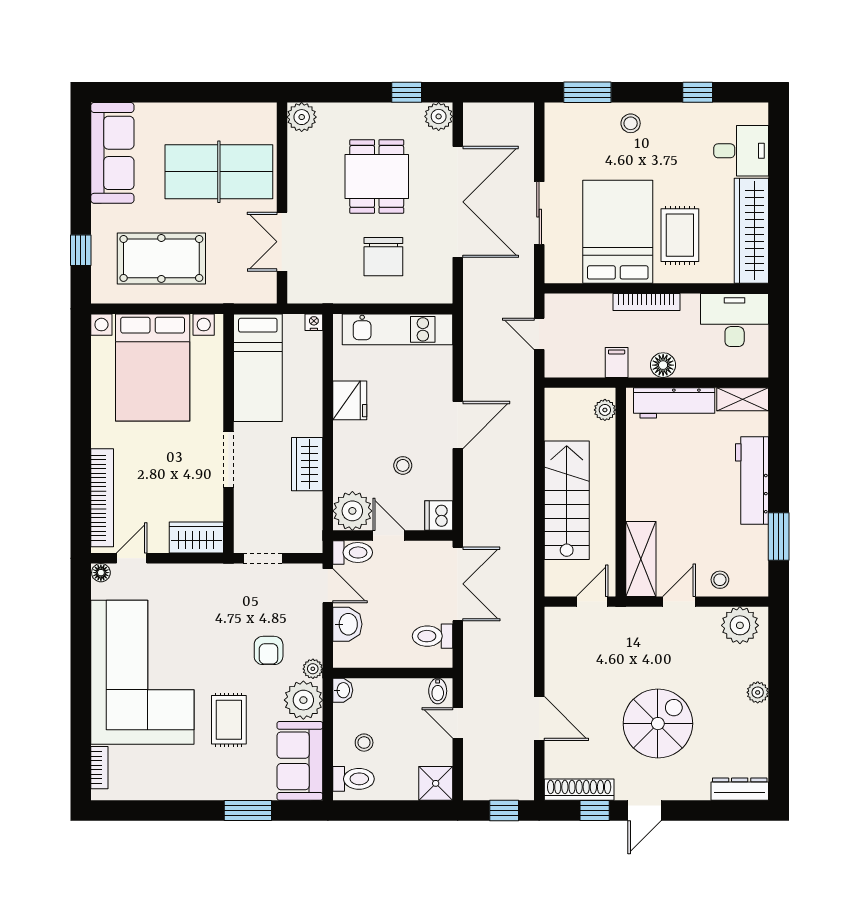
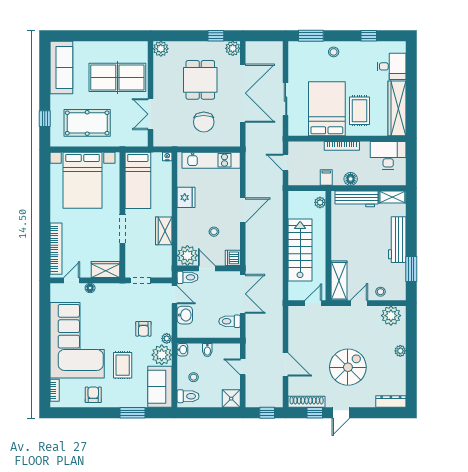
floor lamp: (101, 573) -> (90, 288), moved
bidet: (438, 691) -> (207, 350), moved
armchair: (173, 776) -> (93, 395), added

